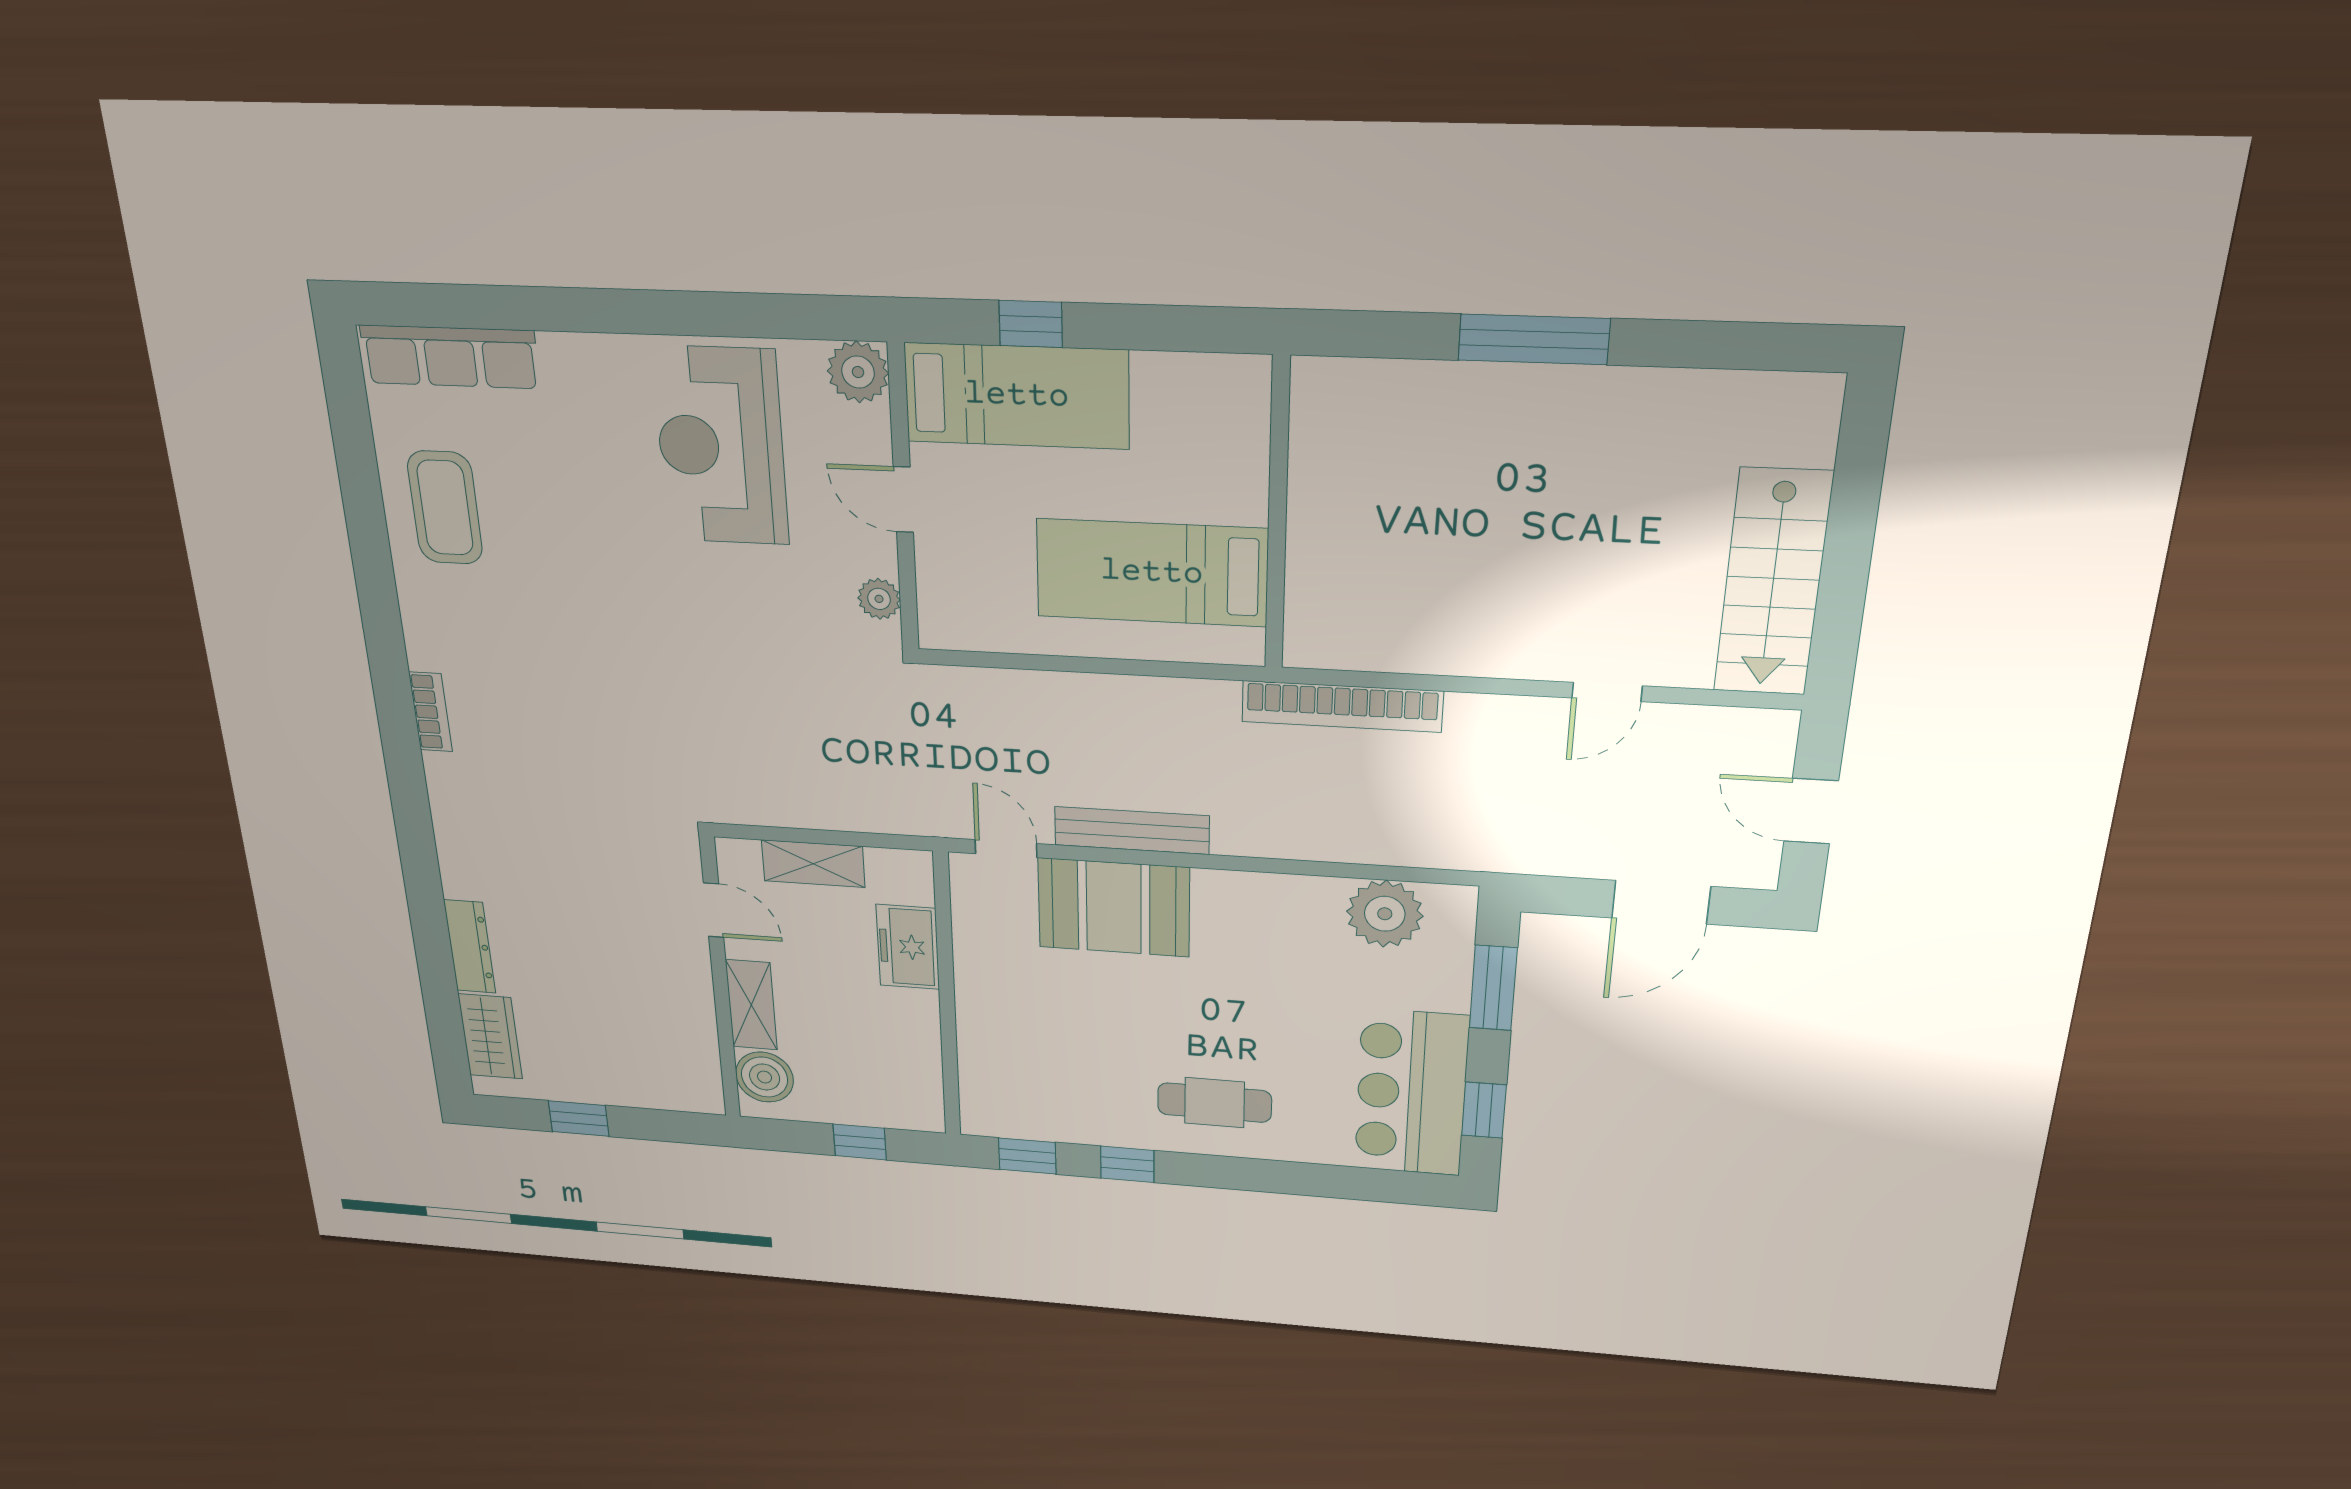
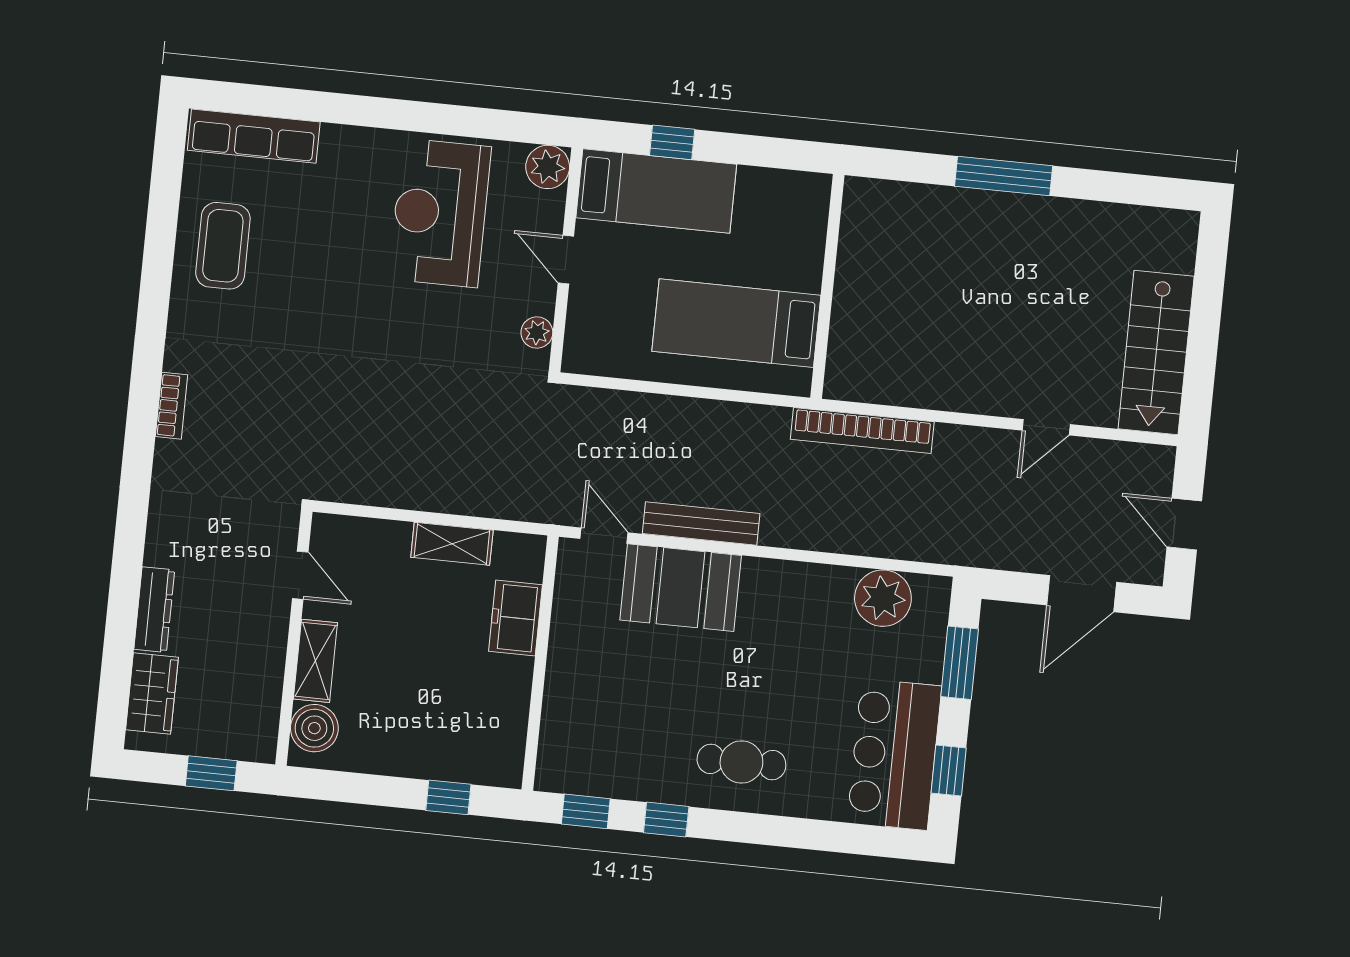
door: (714, 910) -> (300, 575), moved
wall: (720, 980) -> (294, 638), moved
shelving: (751, 1005) -> (315, 661), moved
boiler: (765, 1077) -> (314, 728), moved

